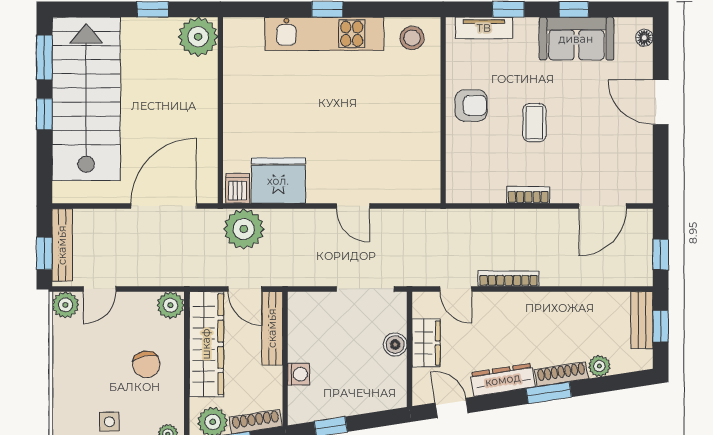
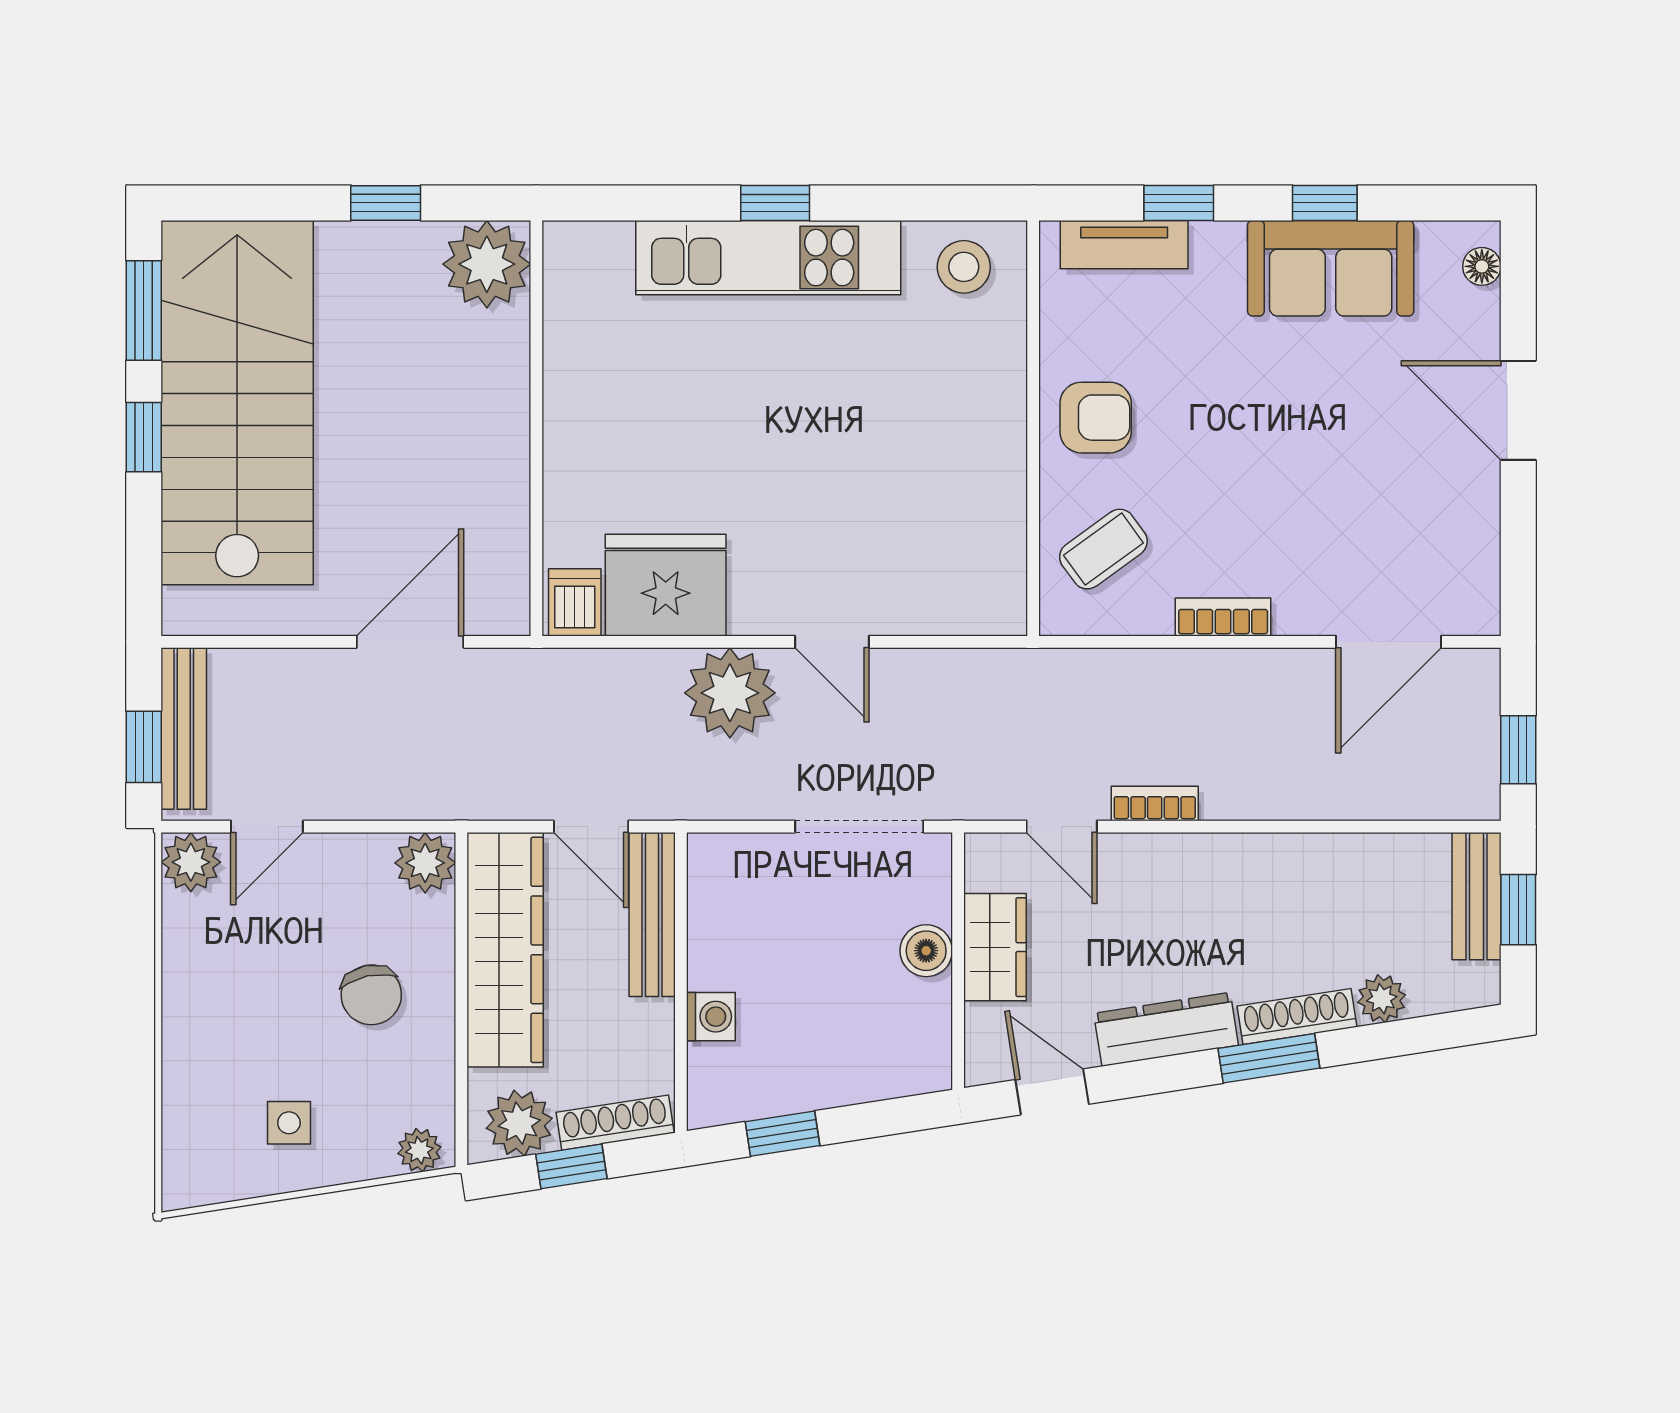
coffee table: (534, 123) -> (1103, 549), moved, turned 54
door: (164, 206) -> (410, 642), width x0.73
plant: (244, 229) -> (730, 693), moved
bookcase: (509, 279) -> (1155, 803), width x0.64

